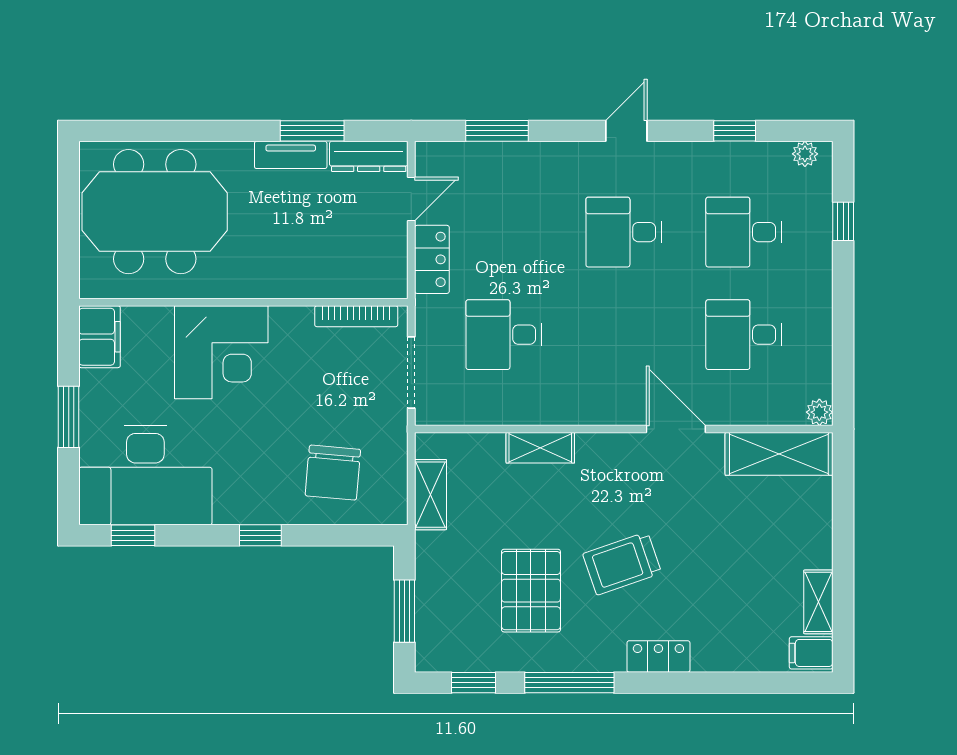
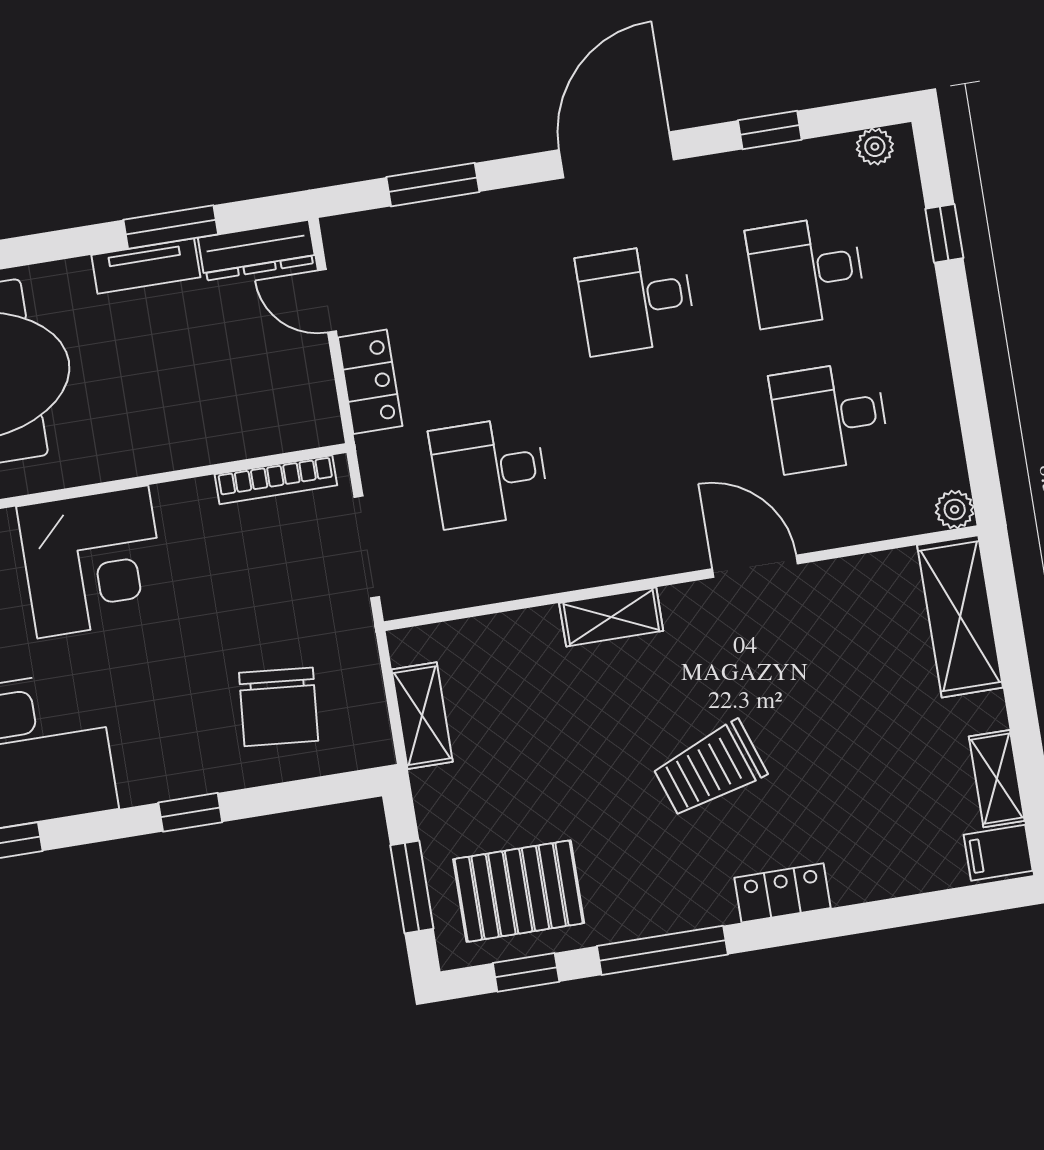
door: (626, 131) -> (616, 155), width x1.88
door: (411, 199) -> (327, 301), swing flipped
shelving: (540, 448) -> (611, 617), moved
shelving: (779, 454) -> (960, 616), moved, turned 90
pallet: (531, 591) -> (519, 891), moved, turned 90

